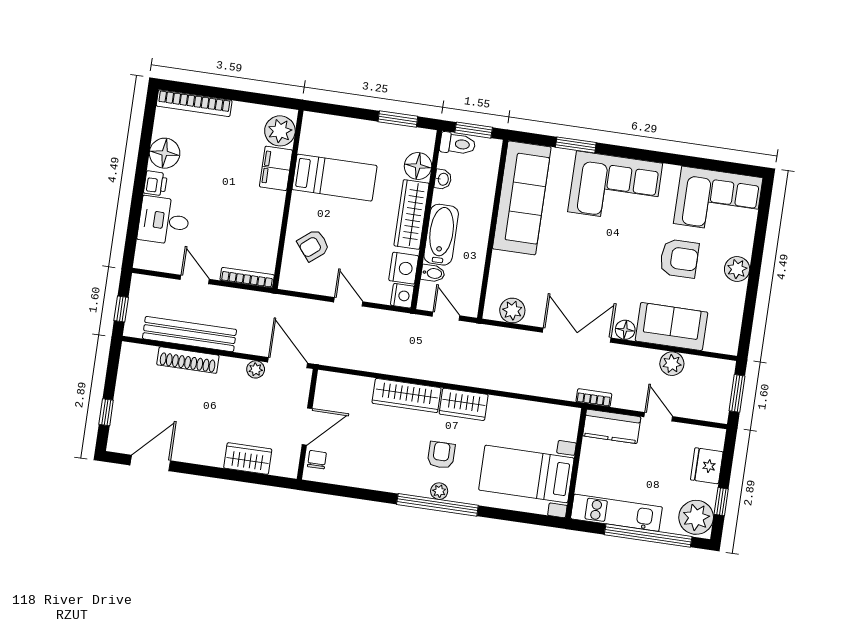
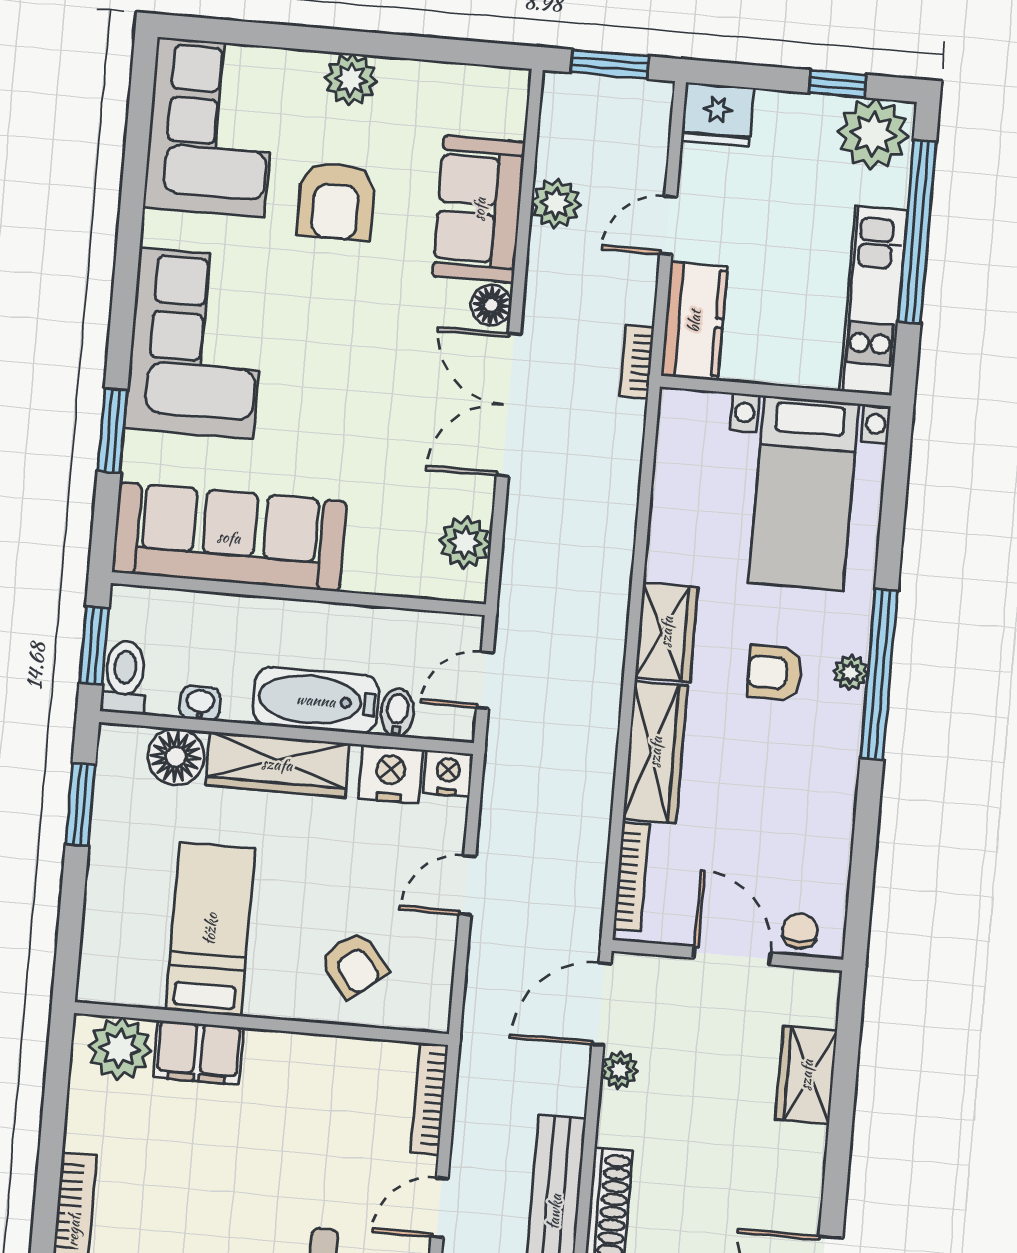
armchair: (679, 258) -> (336, 201), turned 180
bookcase: (348, 381) -> (631, 877), added
chair: (317, 460) -> (800, 931), turned 90
fridge: (707, 466) -> (717, 114), moved

